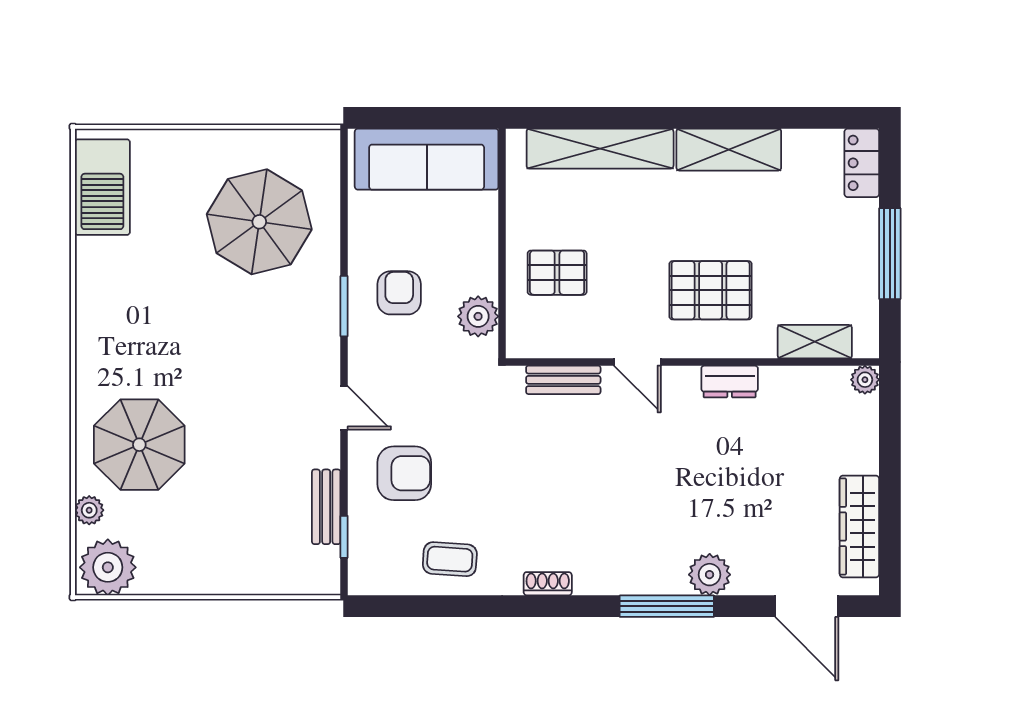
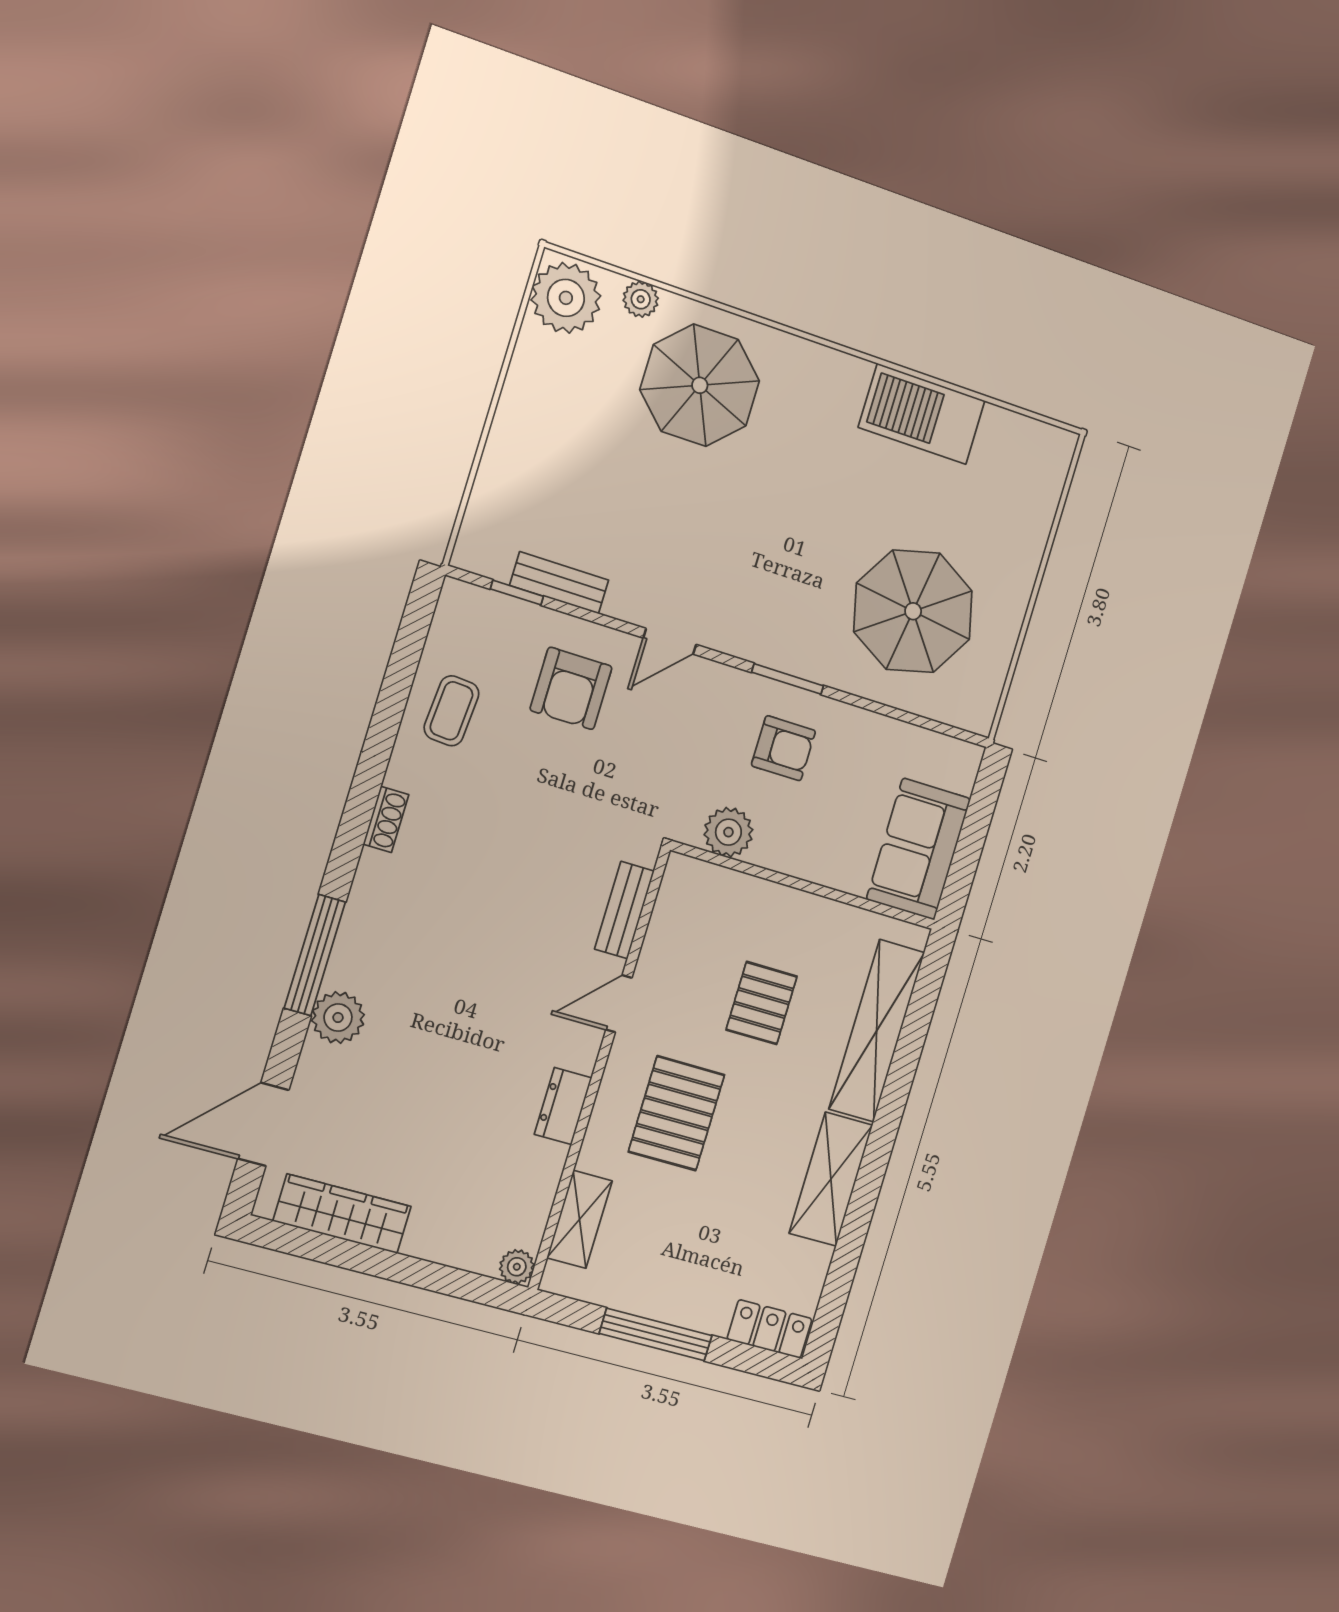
sofa: (427, 159) -> (918, 849), width x0.73
barbecue: (102, 187) -> (922, 414), moved
pallet: (557, 273) -> (762, 1003), moved

